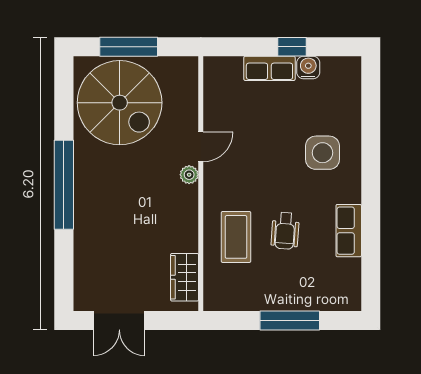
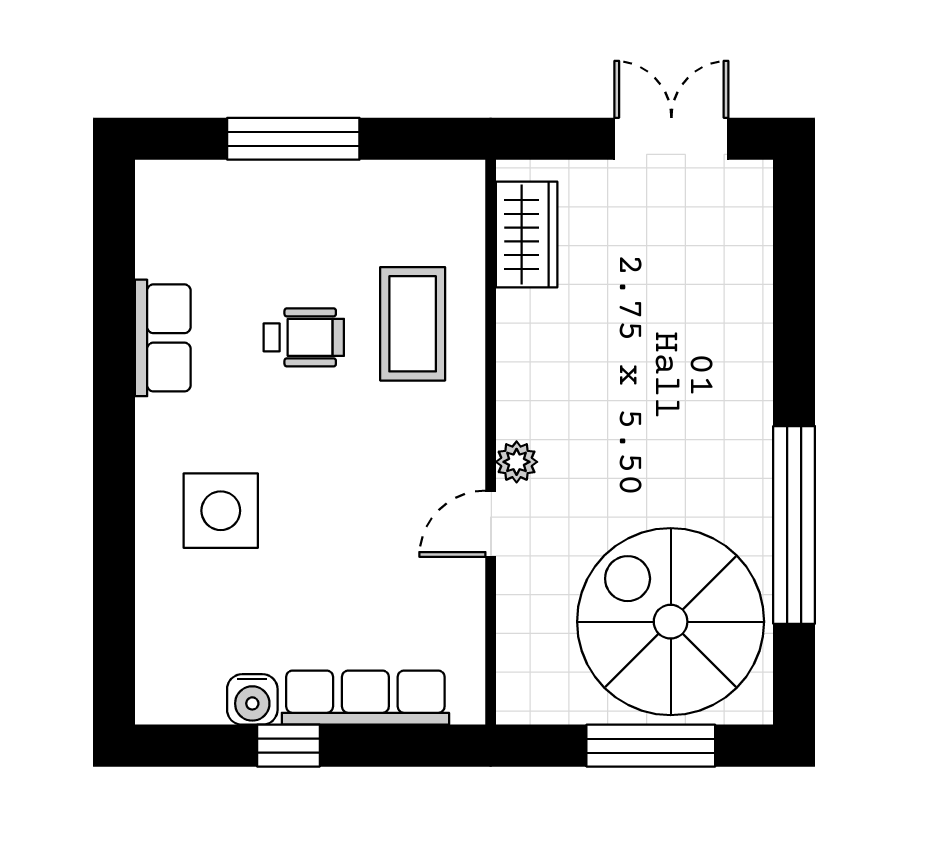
row of seats: (269, 68) -> (365, 698), width x1.48
window: (64, 185) -> (794, 525), moved
wheelchair: (285, 231) -> (304, 337), turned 86

